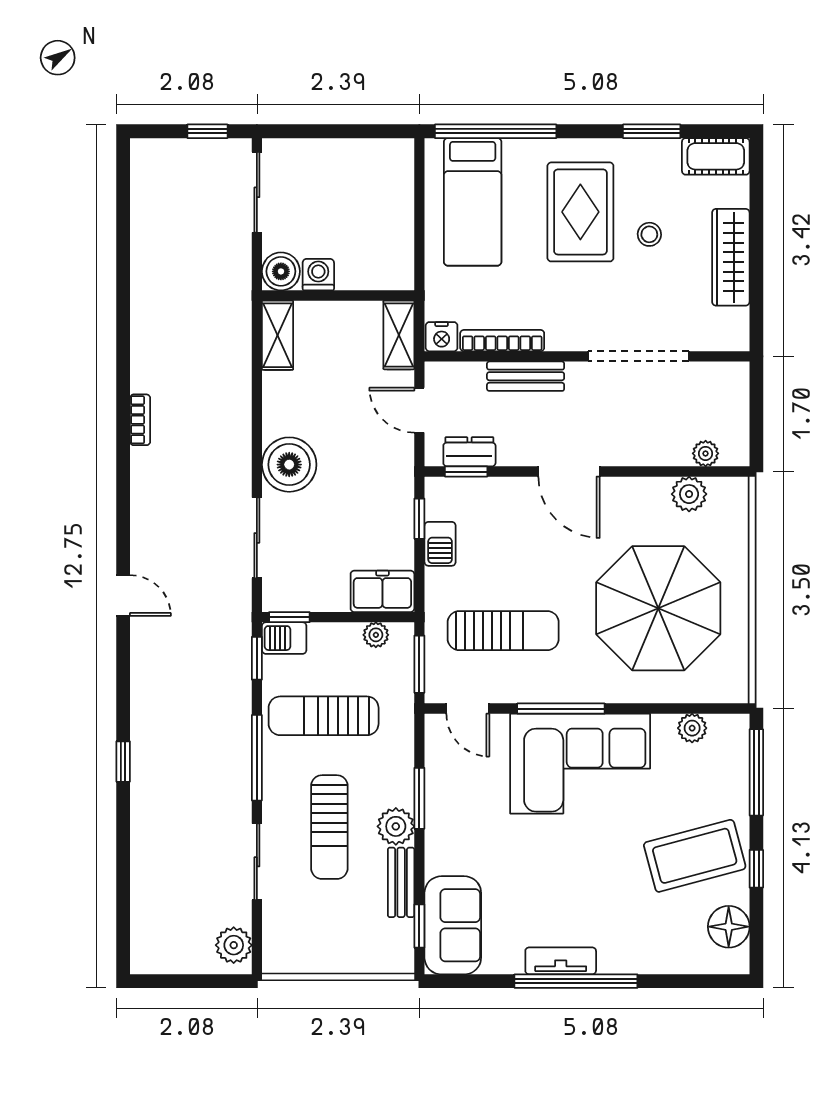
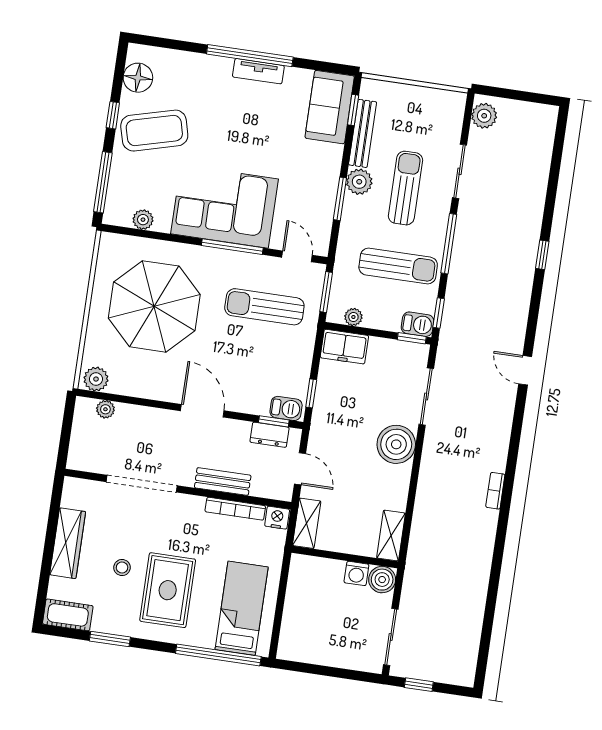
plant: (689, 494) -> (96, 379), moved
barbecue: (440, 544) -> (286, 408), moved, turned 90
bench: (401, 882) -> (363, 133), width x1.36

